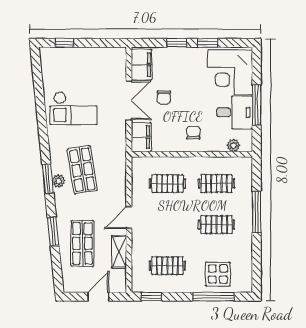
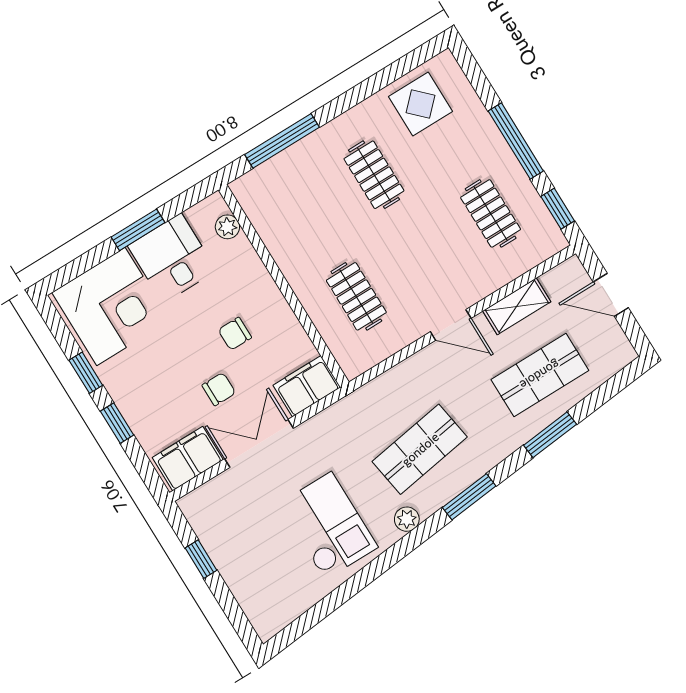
window: (64, 43) -> (201, 559), moved
window: (257, 105) -> (138, 230), width x0.69
chair: (193, 133) -> (235, 334), moved
plant: (59, 181) -> (407, 519), moved
clothes rail: (216, 184) -> (307, 216), removed
window: (257, 212) -> (282, 141), moved
display table: (218, 274) -> (421, 104), moved
window: (214, 297) -> (516, 141), moved

